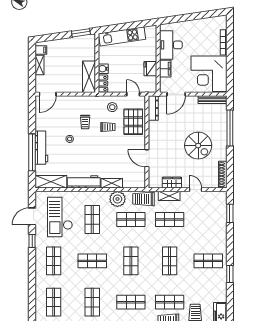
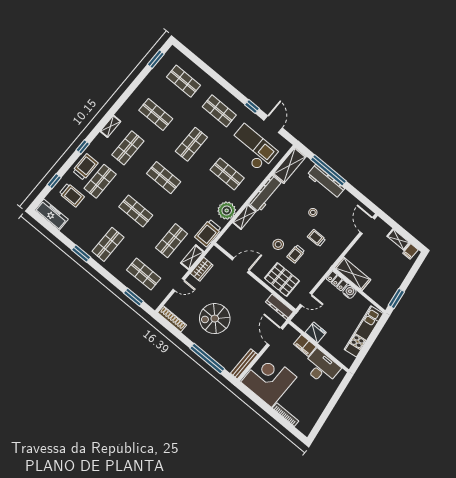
stool: (112, 107) -> (278, 244), moved
trolley: (143, 199) -> (208, 233), turned 180
shop shelf: (131, 220) -> (144, 274), moved, turned 90

